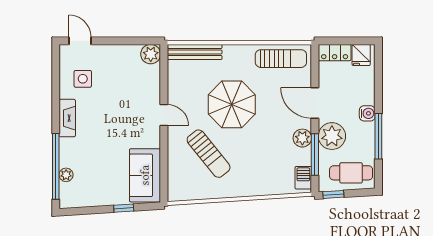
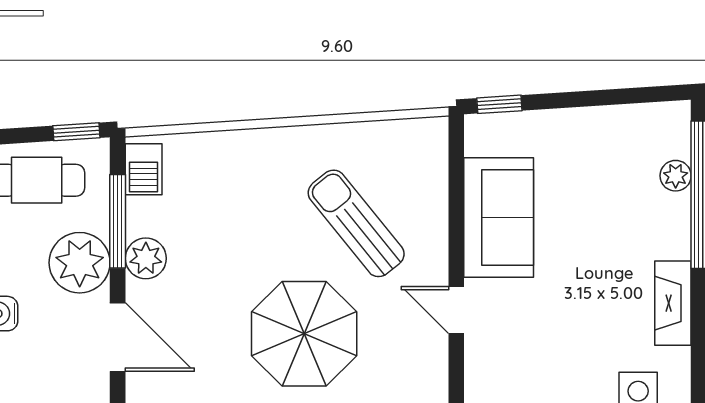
sofa: (145, 175) -> (499, 218), moved
window: (124, 208) -> (499, 104), moved

